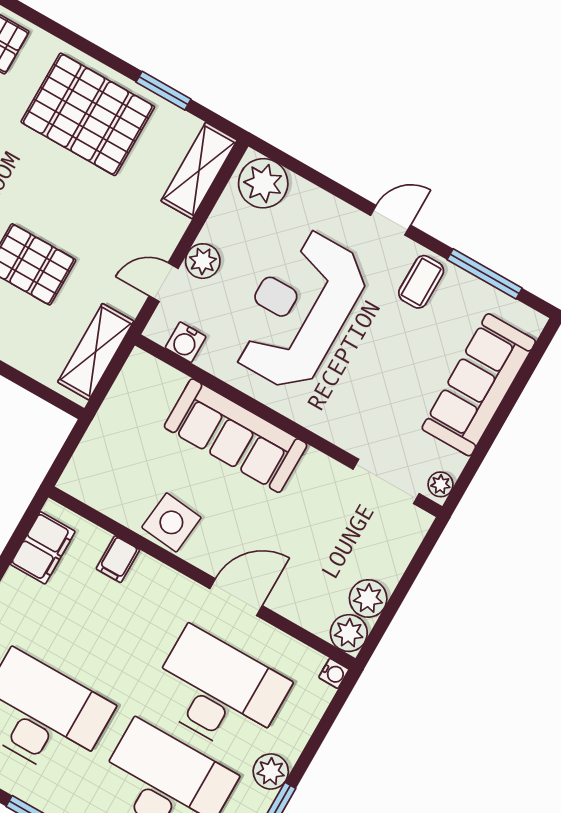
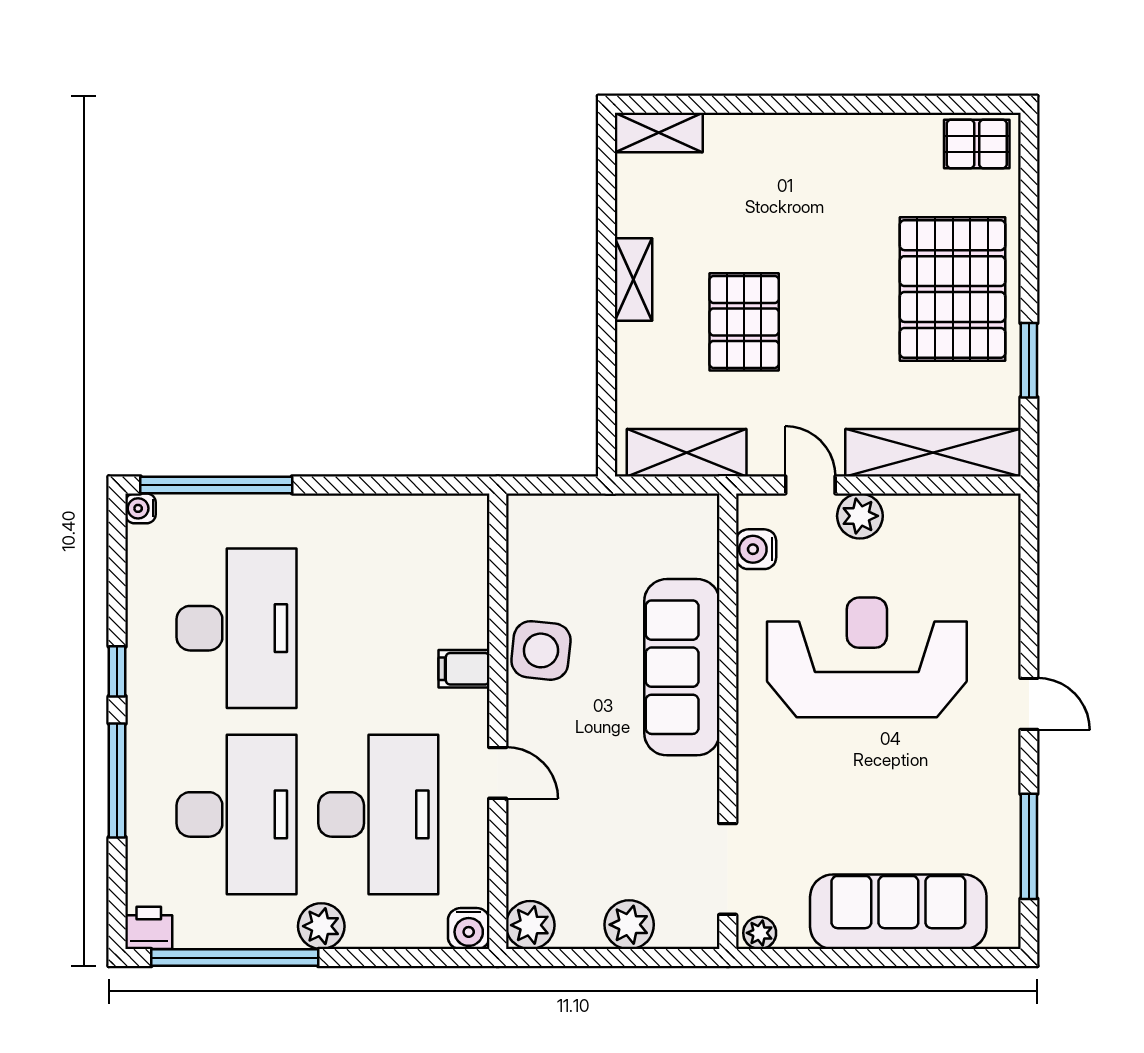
shelving: (199, 171) -> (933, 453), width x1.47
plant: (263, 183) -> (988, 534), removed
coffee table: (421, 282) -> (978, 779), removed
filing cabinet: (43, 548) -> (428, 520), removed
filing cabinet: (118, 559) -> (464, 669), moved
door: (236, 597) -> (498, 773), width x0.73
plant: (368, 598) -> (629, 925), moved
water cooler: (334, 673) -> (469, 929), width x1.38, depth x1.38

